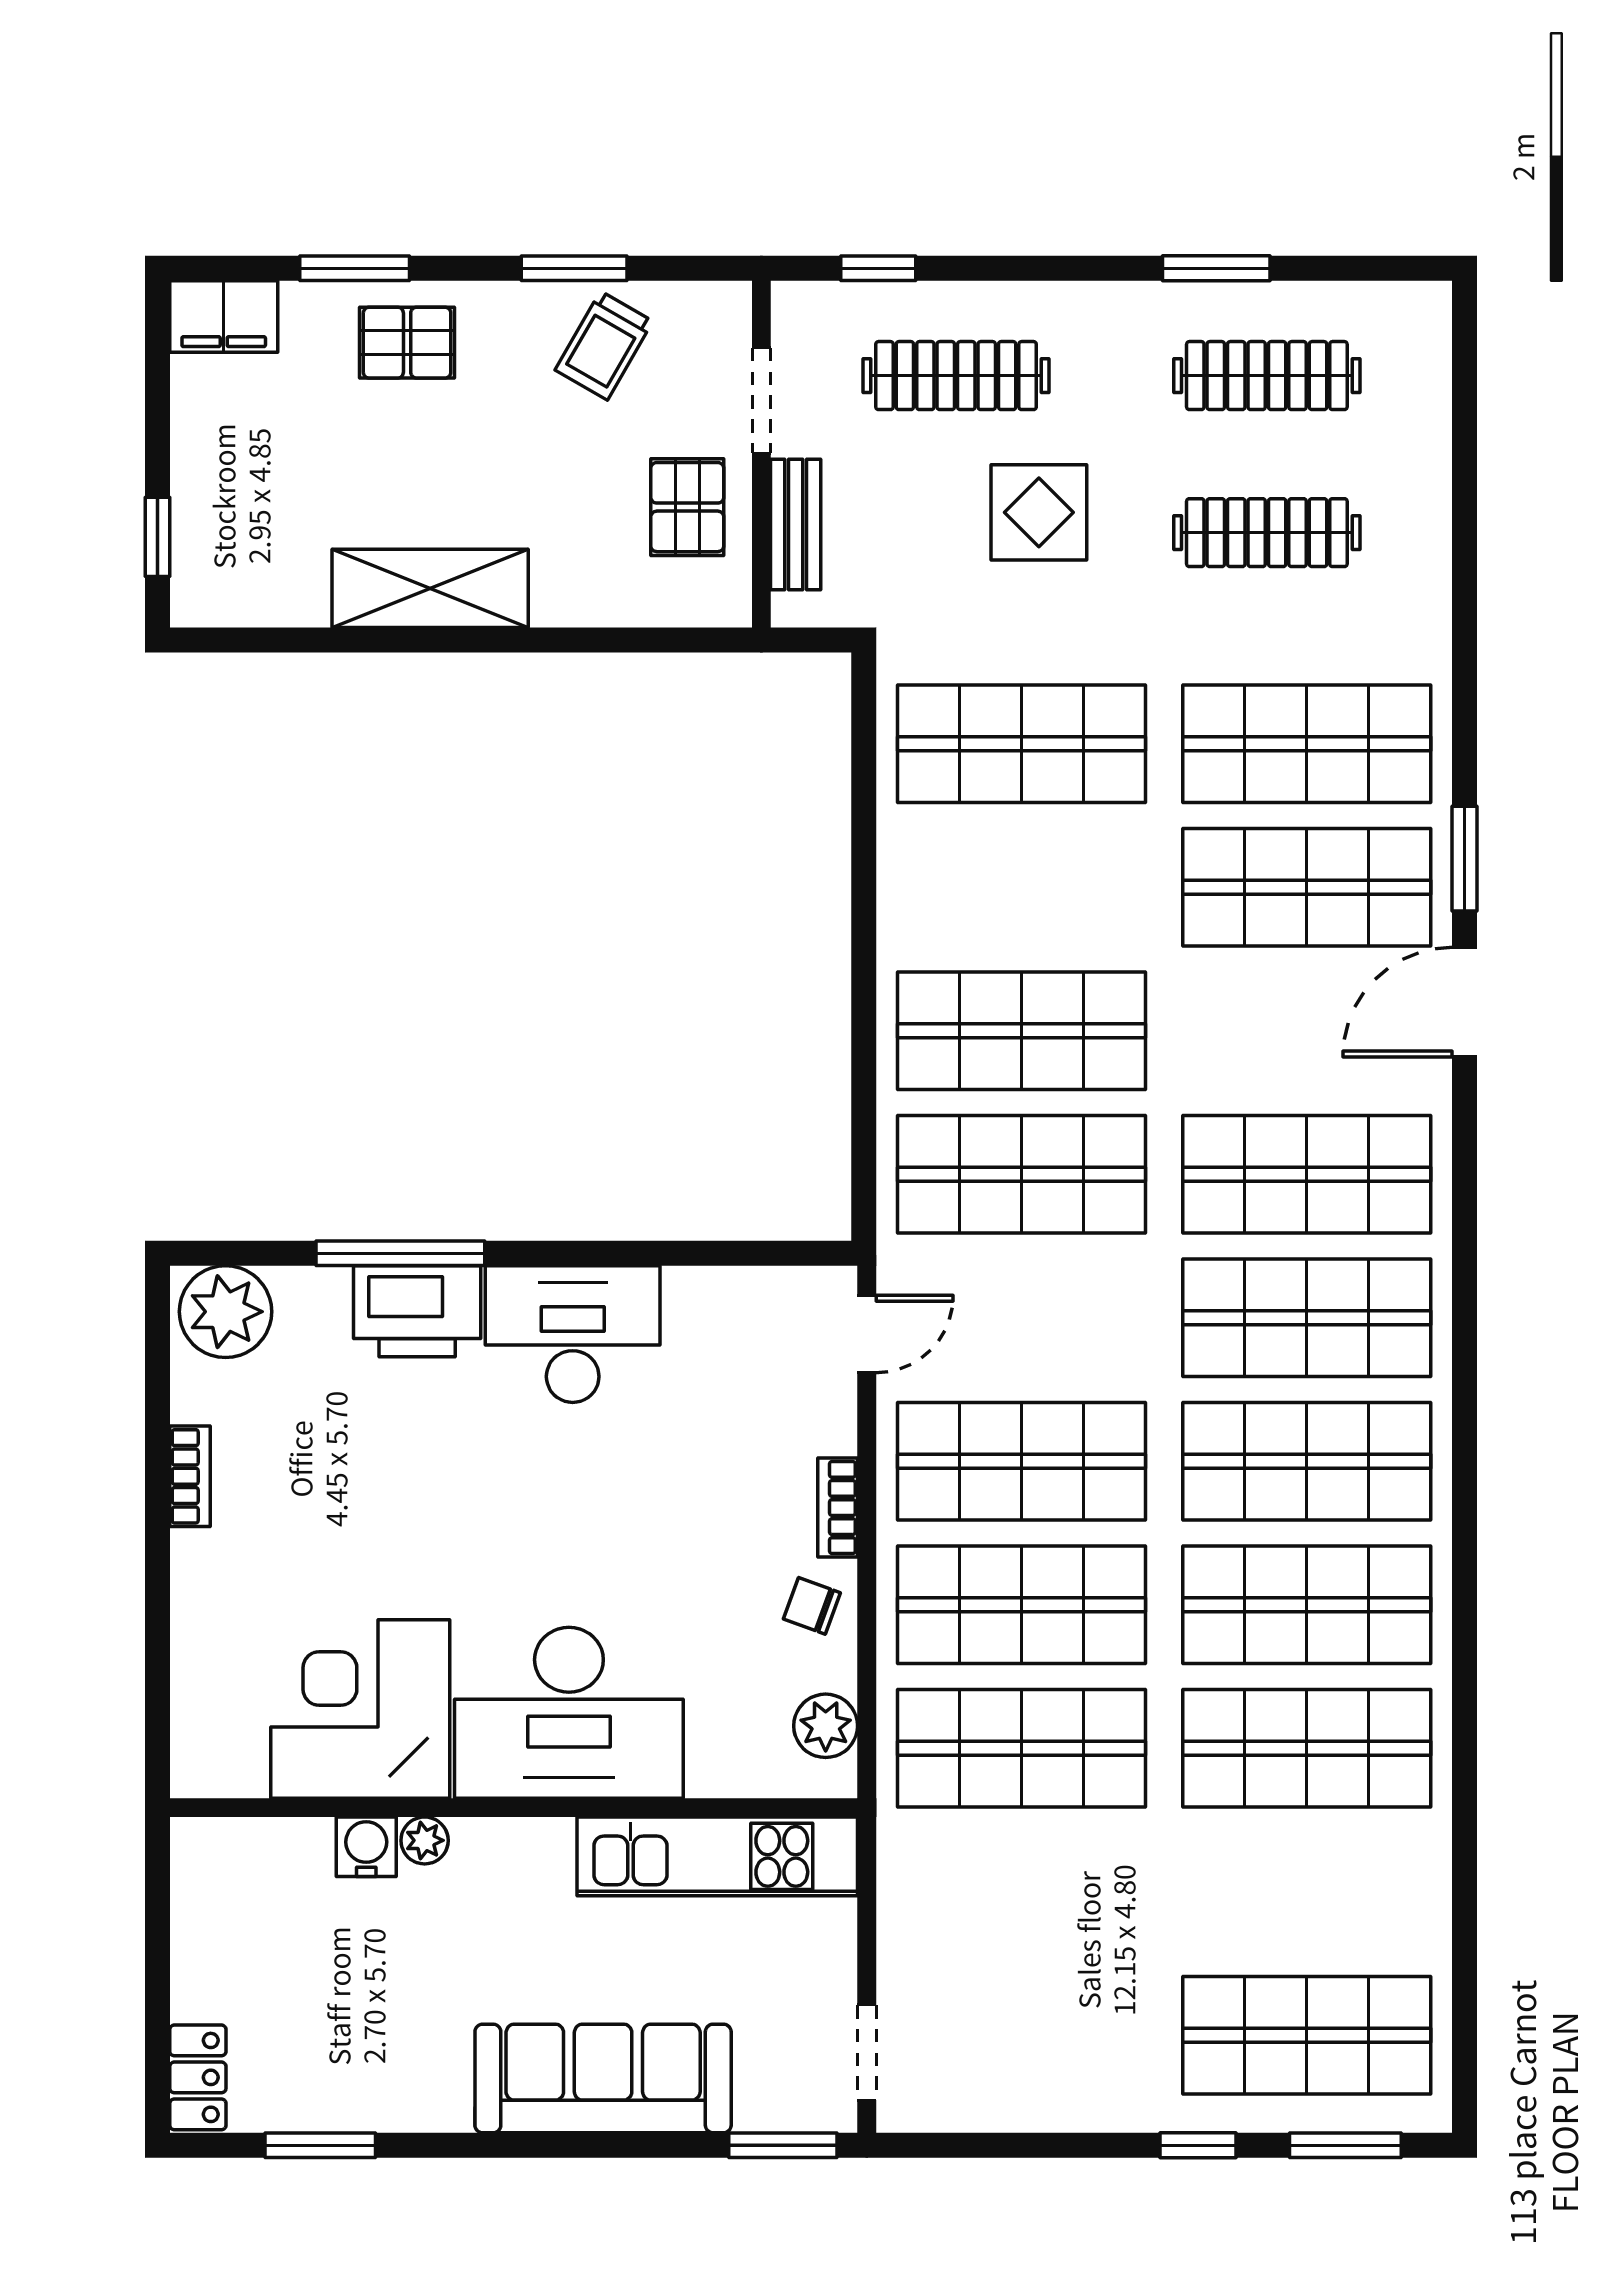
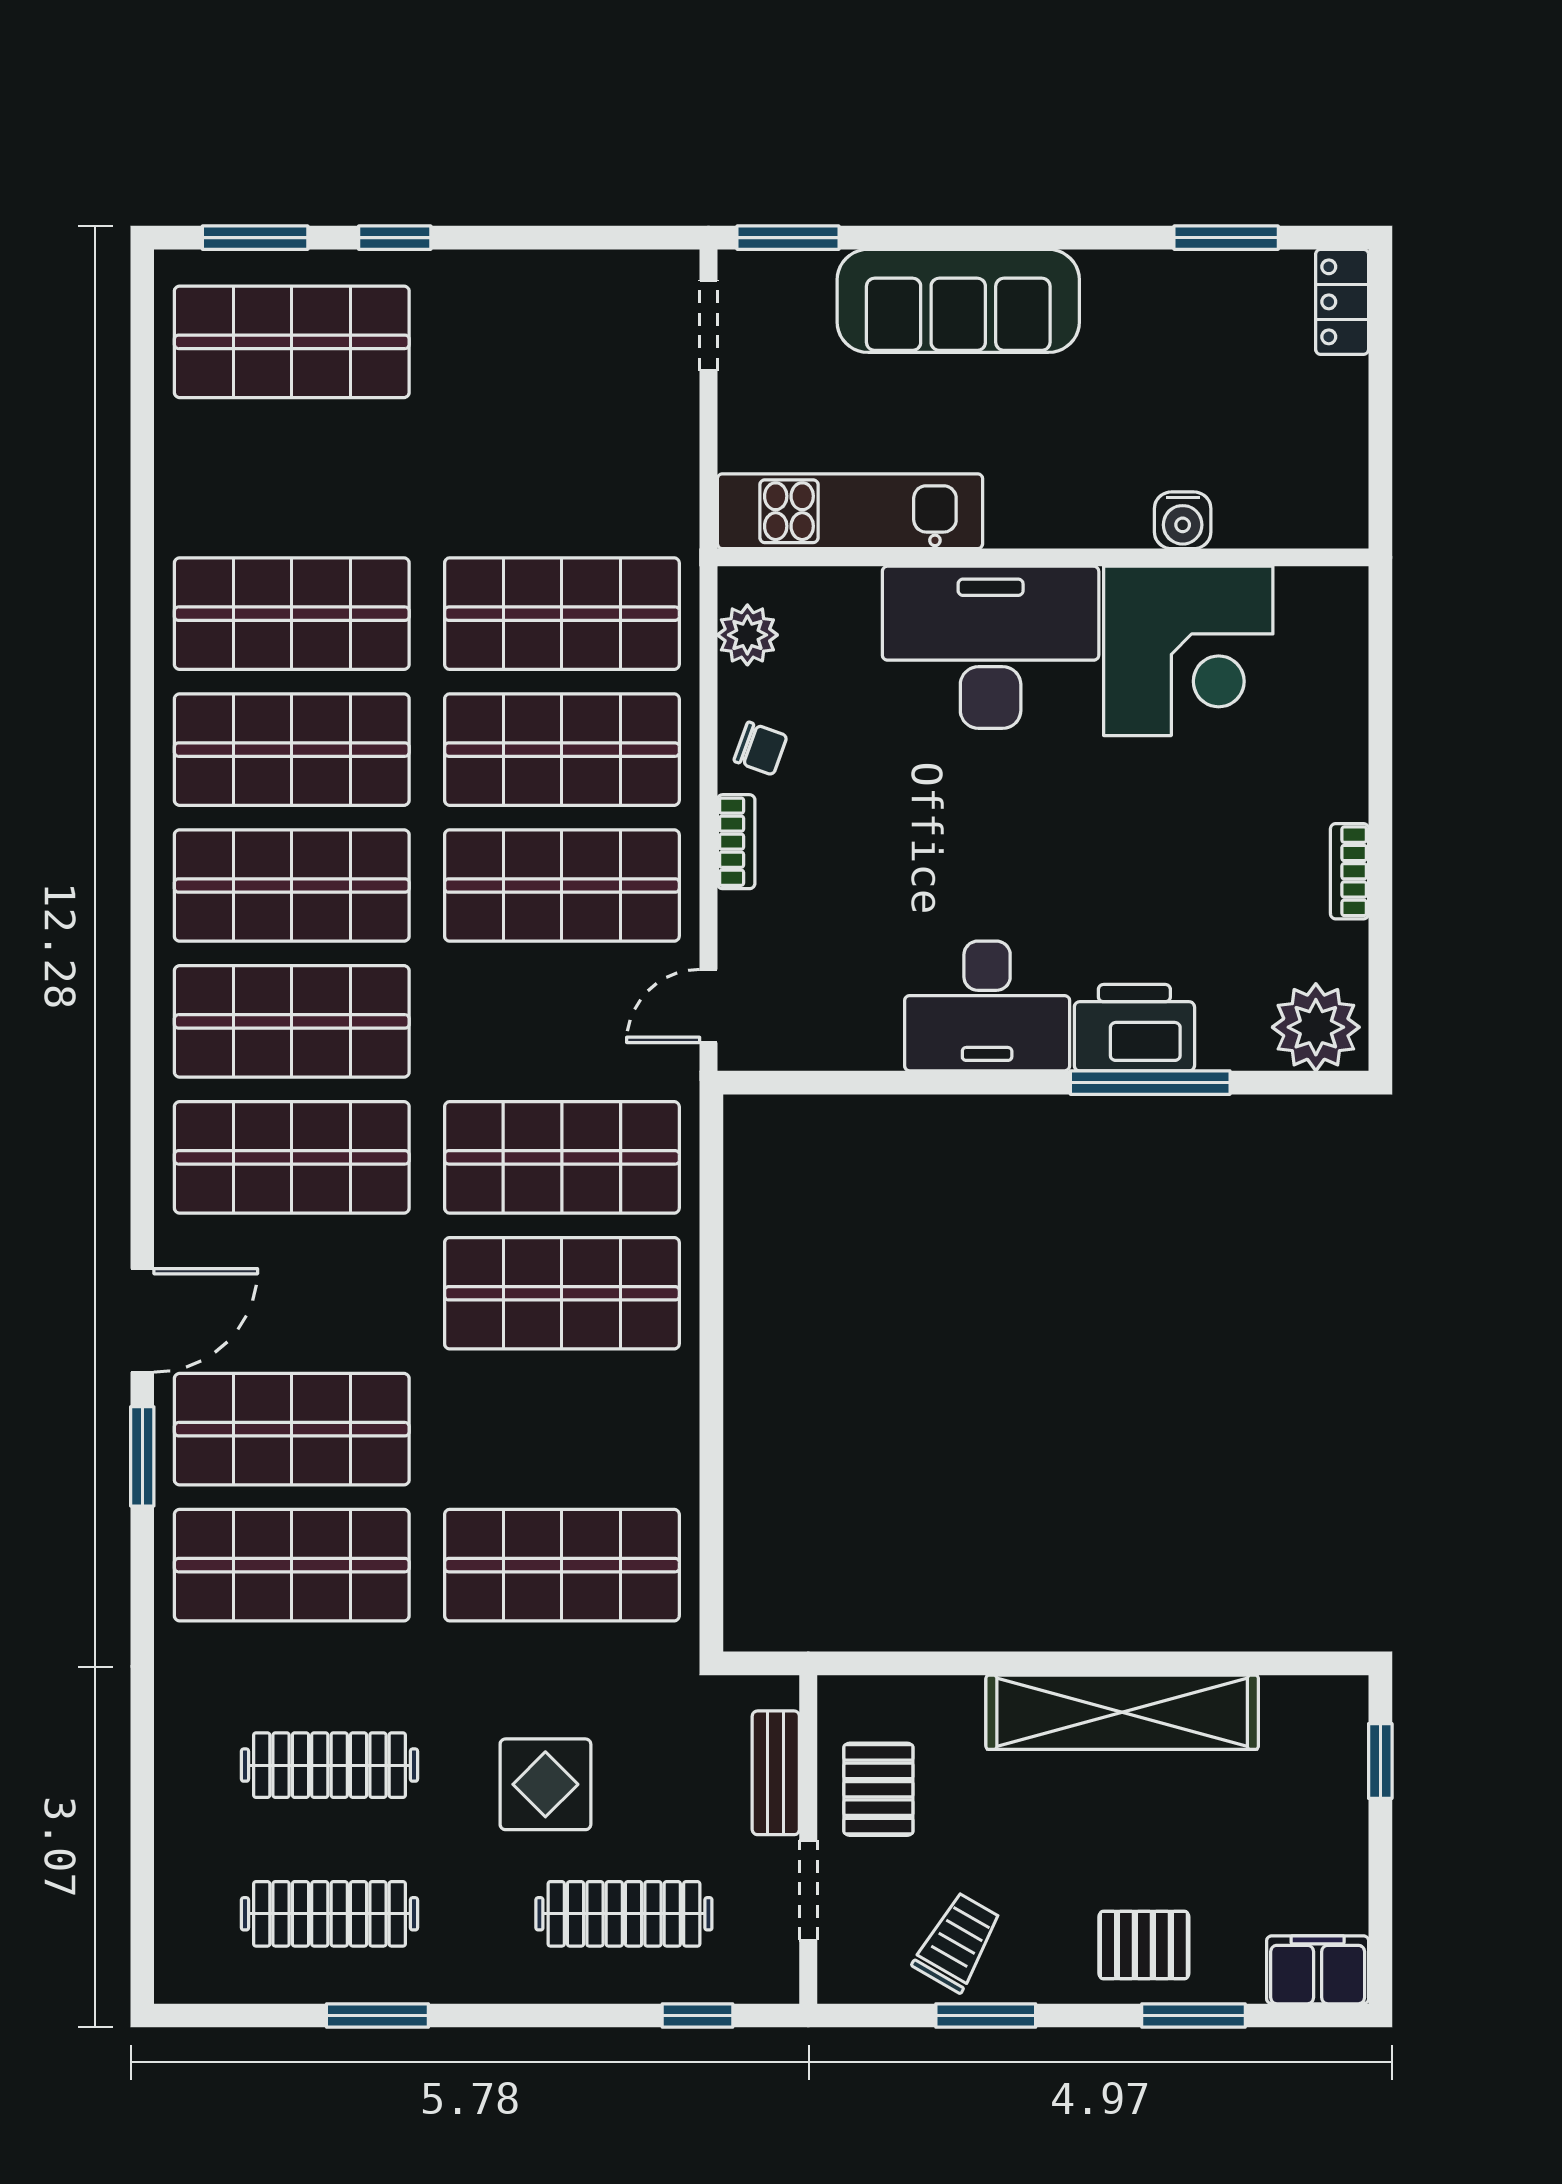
shelving: (430, 588) -> (1122, 1712), width x1.47
plant: (425, 1840) -> (1127, 526), removed

